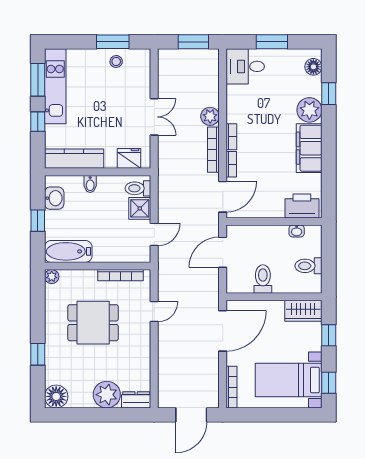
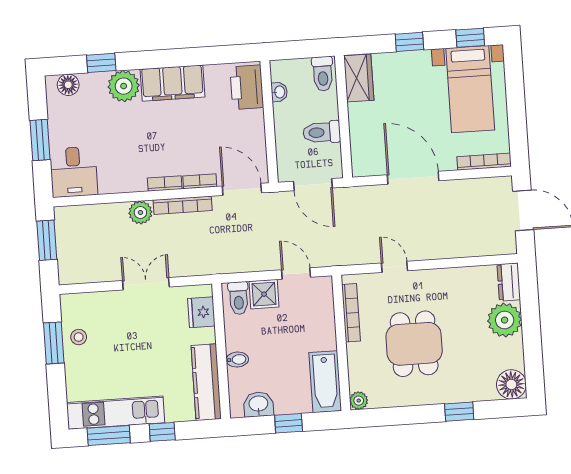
toilet: (263, 279) -> (322, 132), moved
wall: (274, 297) -> (343, 117), moved
wardrobe: (303, 311) -> (359, 78), moved

